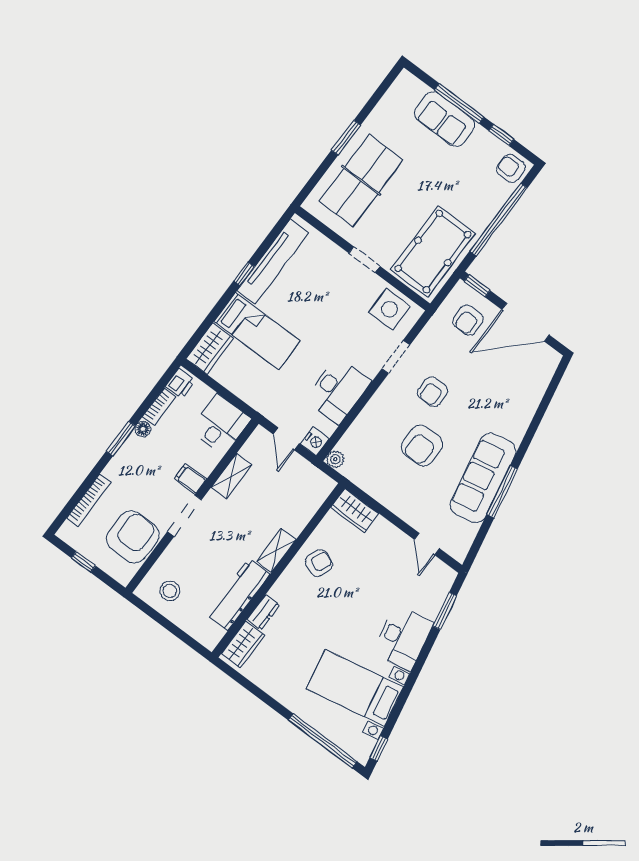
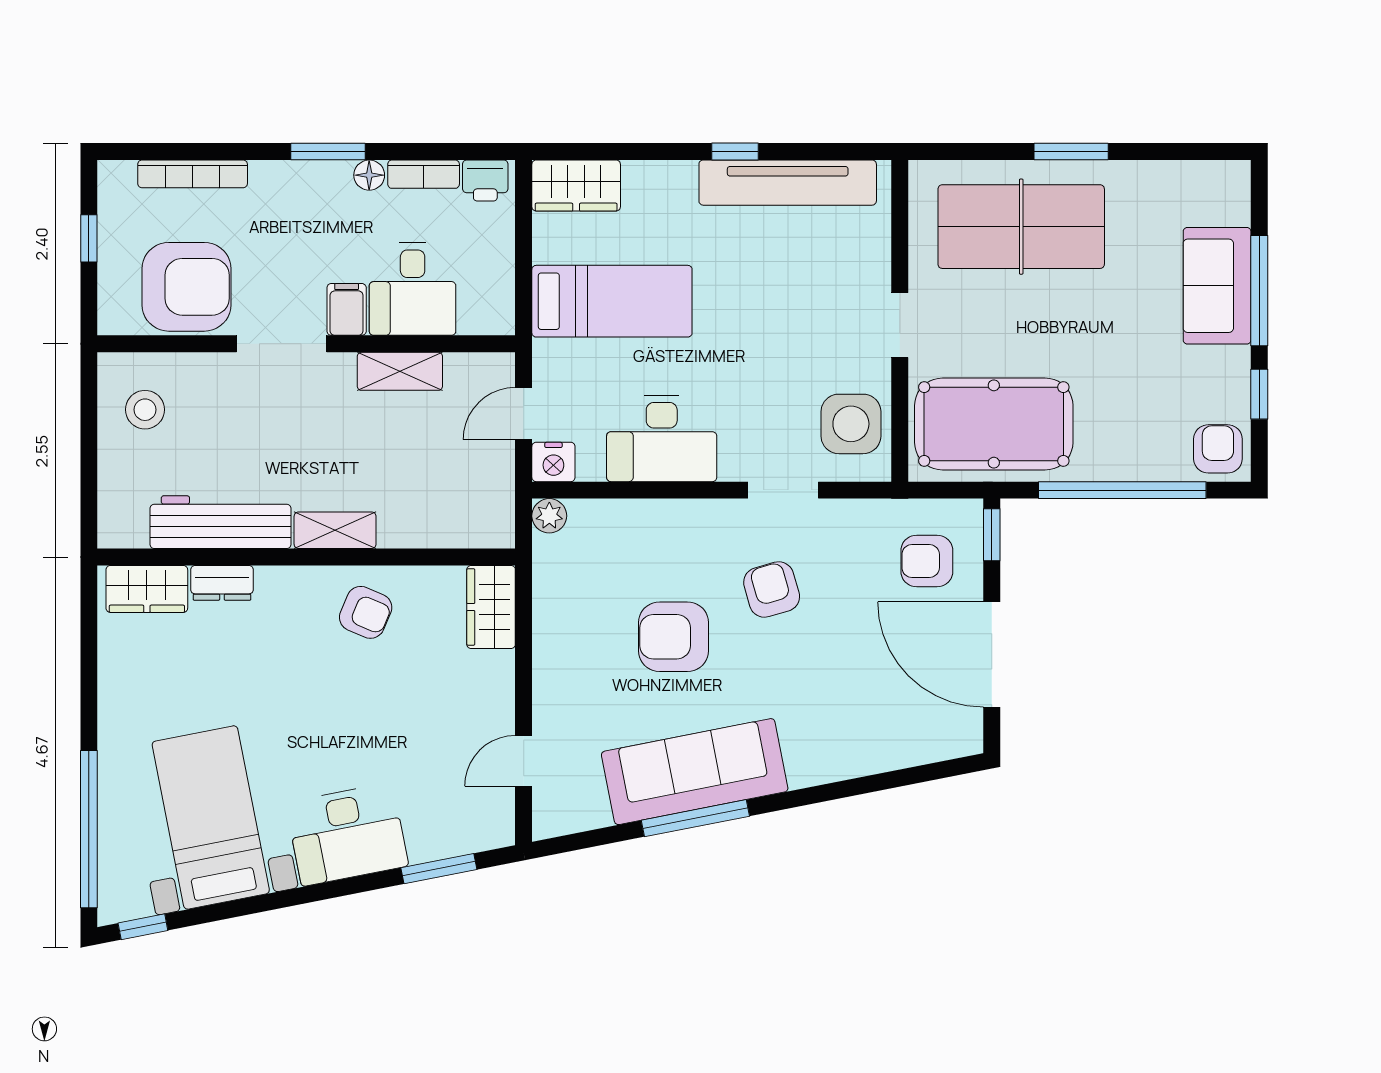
bed: (257, 331) -> (612, 301), moved, turned -90
armchair: (433, 392) -> (772, 589), turned 74
desk: (220, 424) -> (413, 289), moved, turned 90

